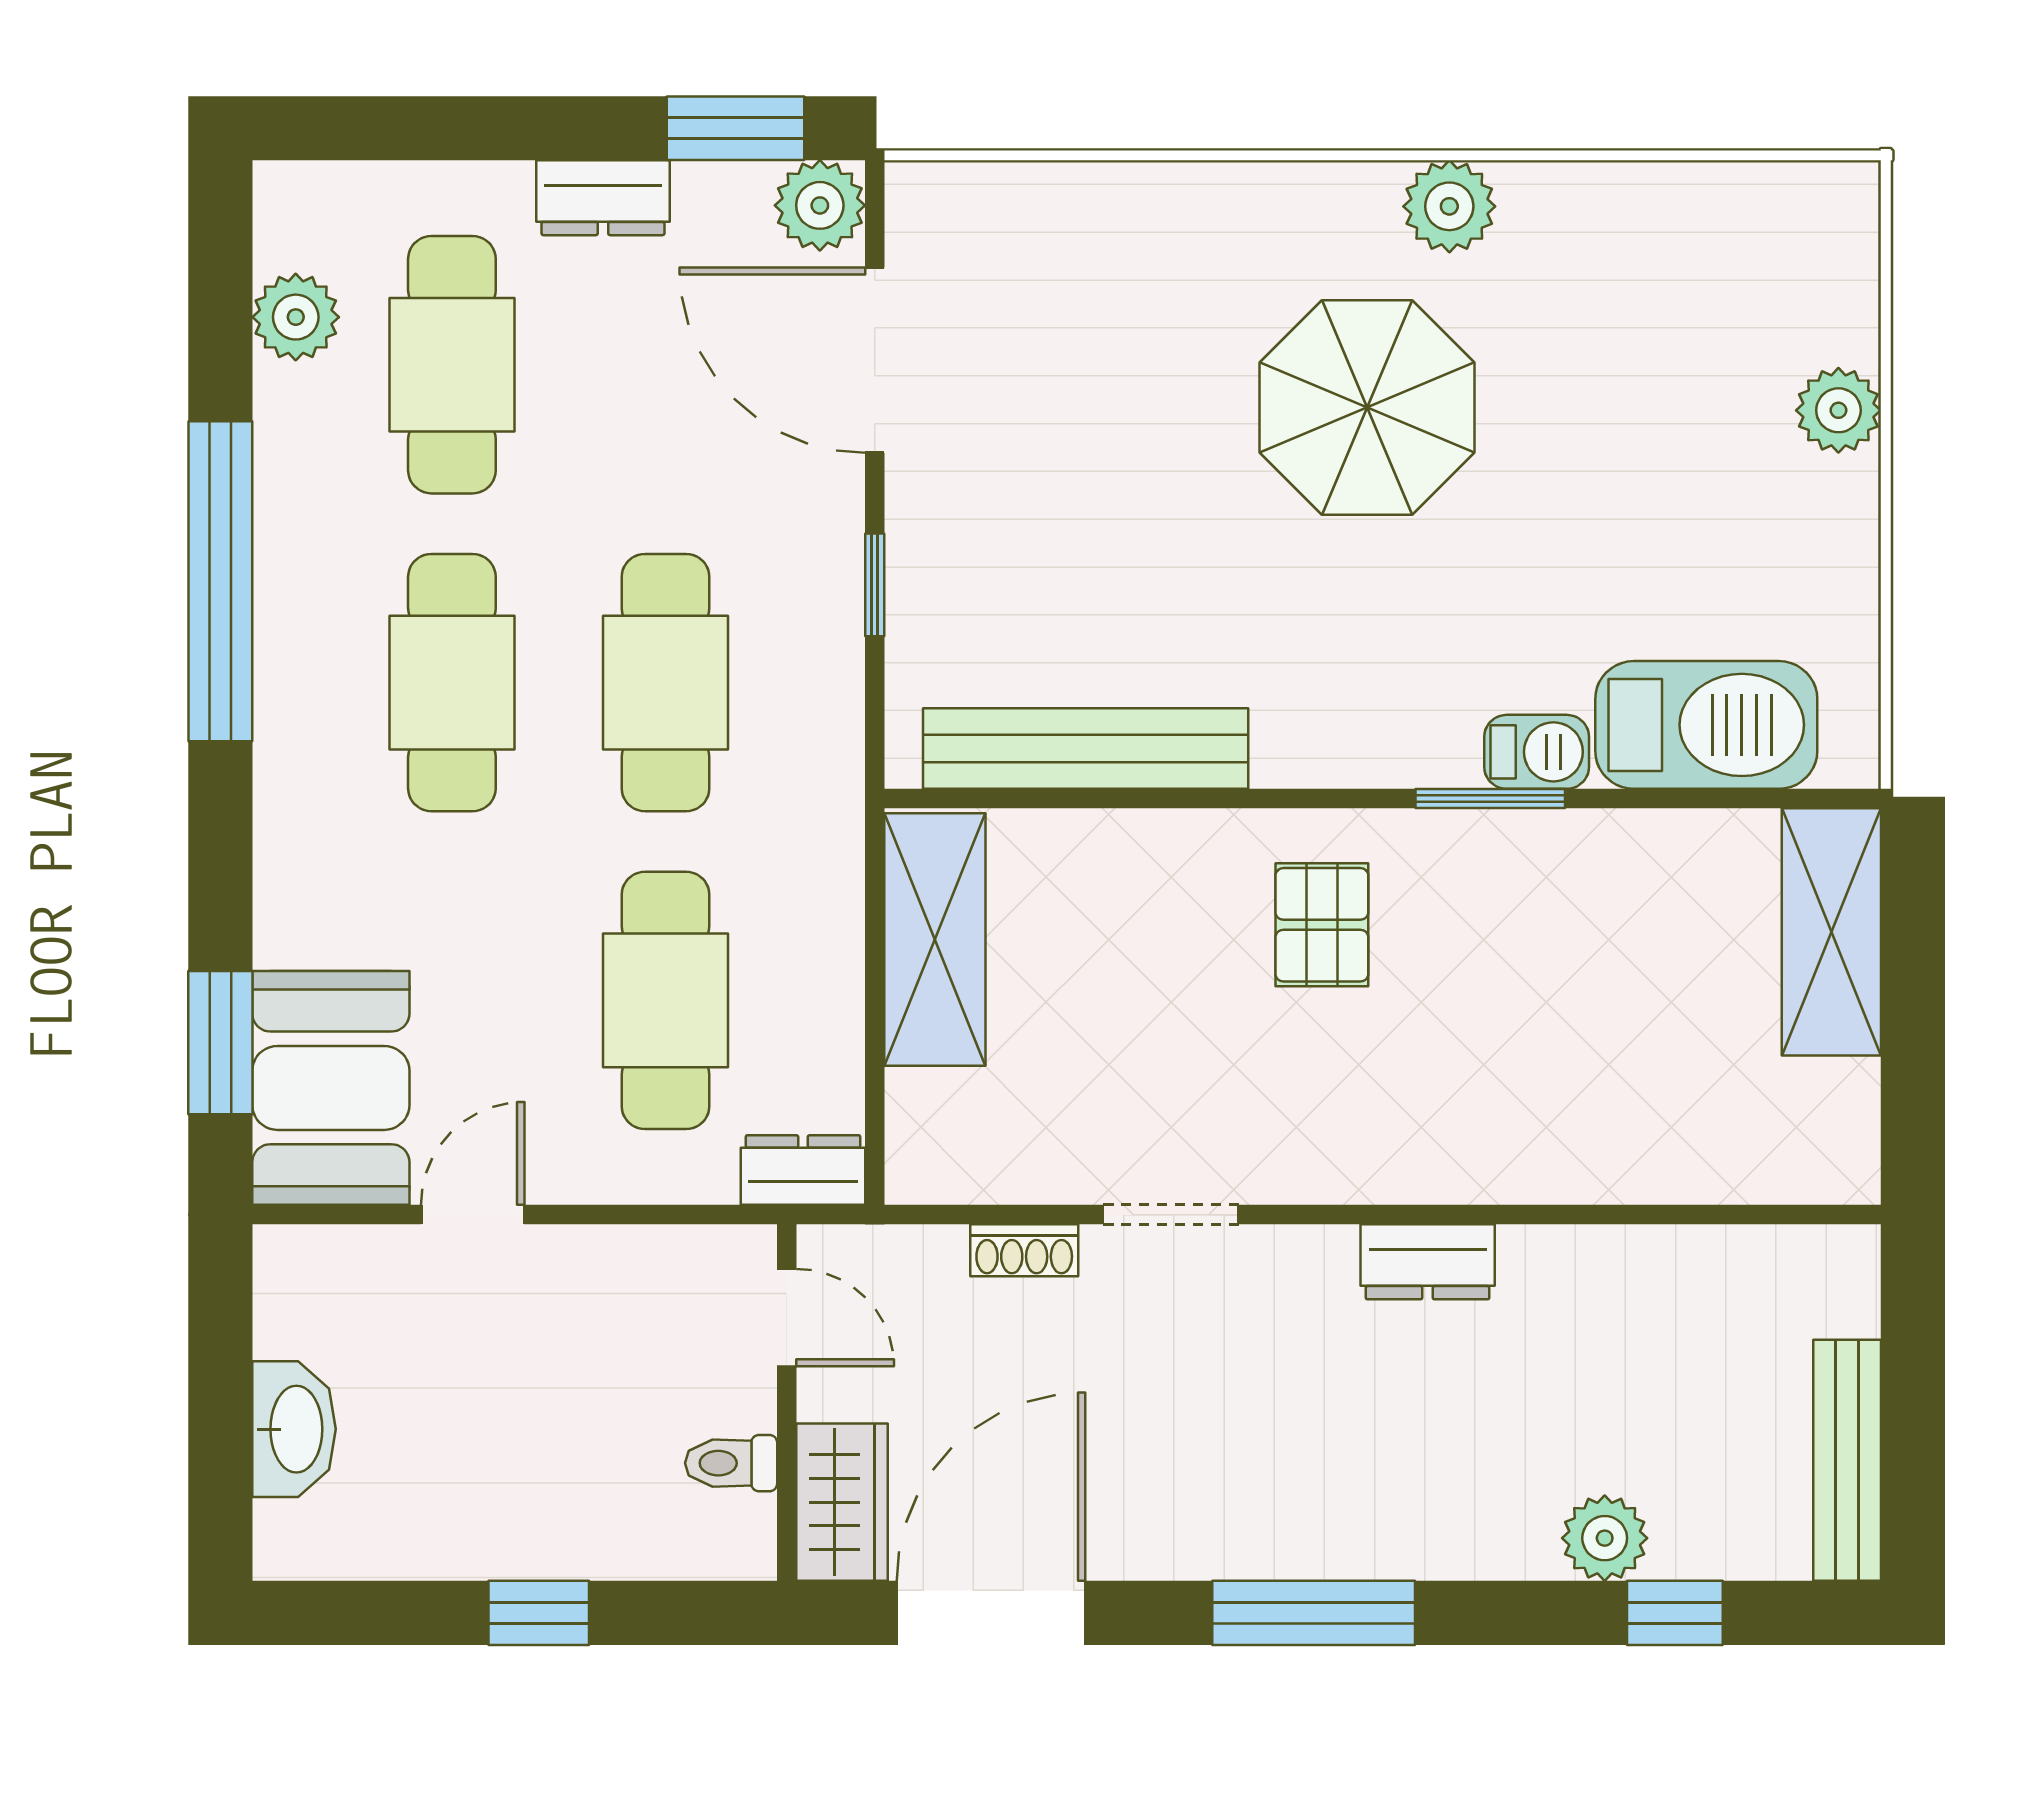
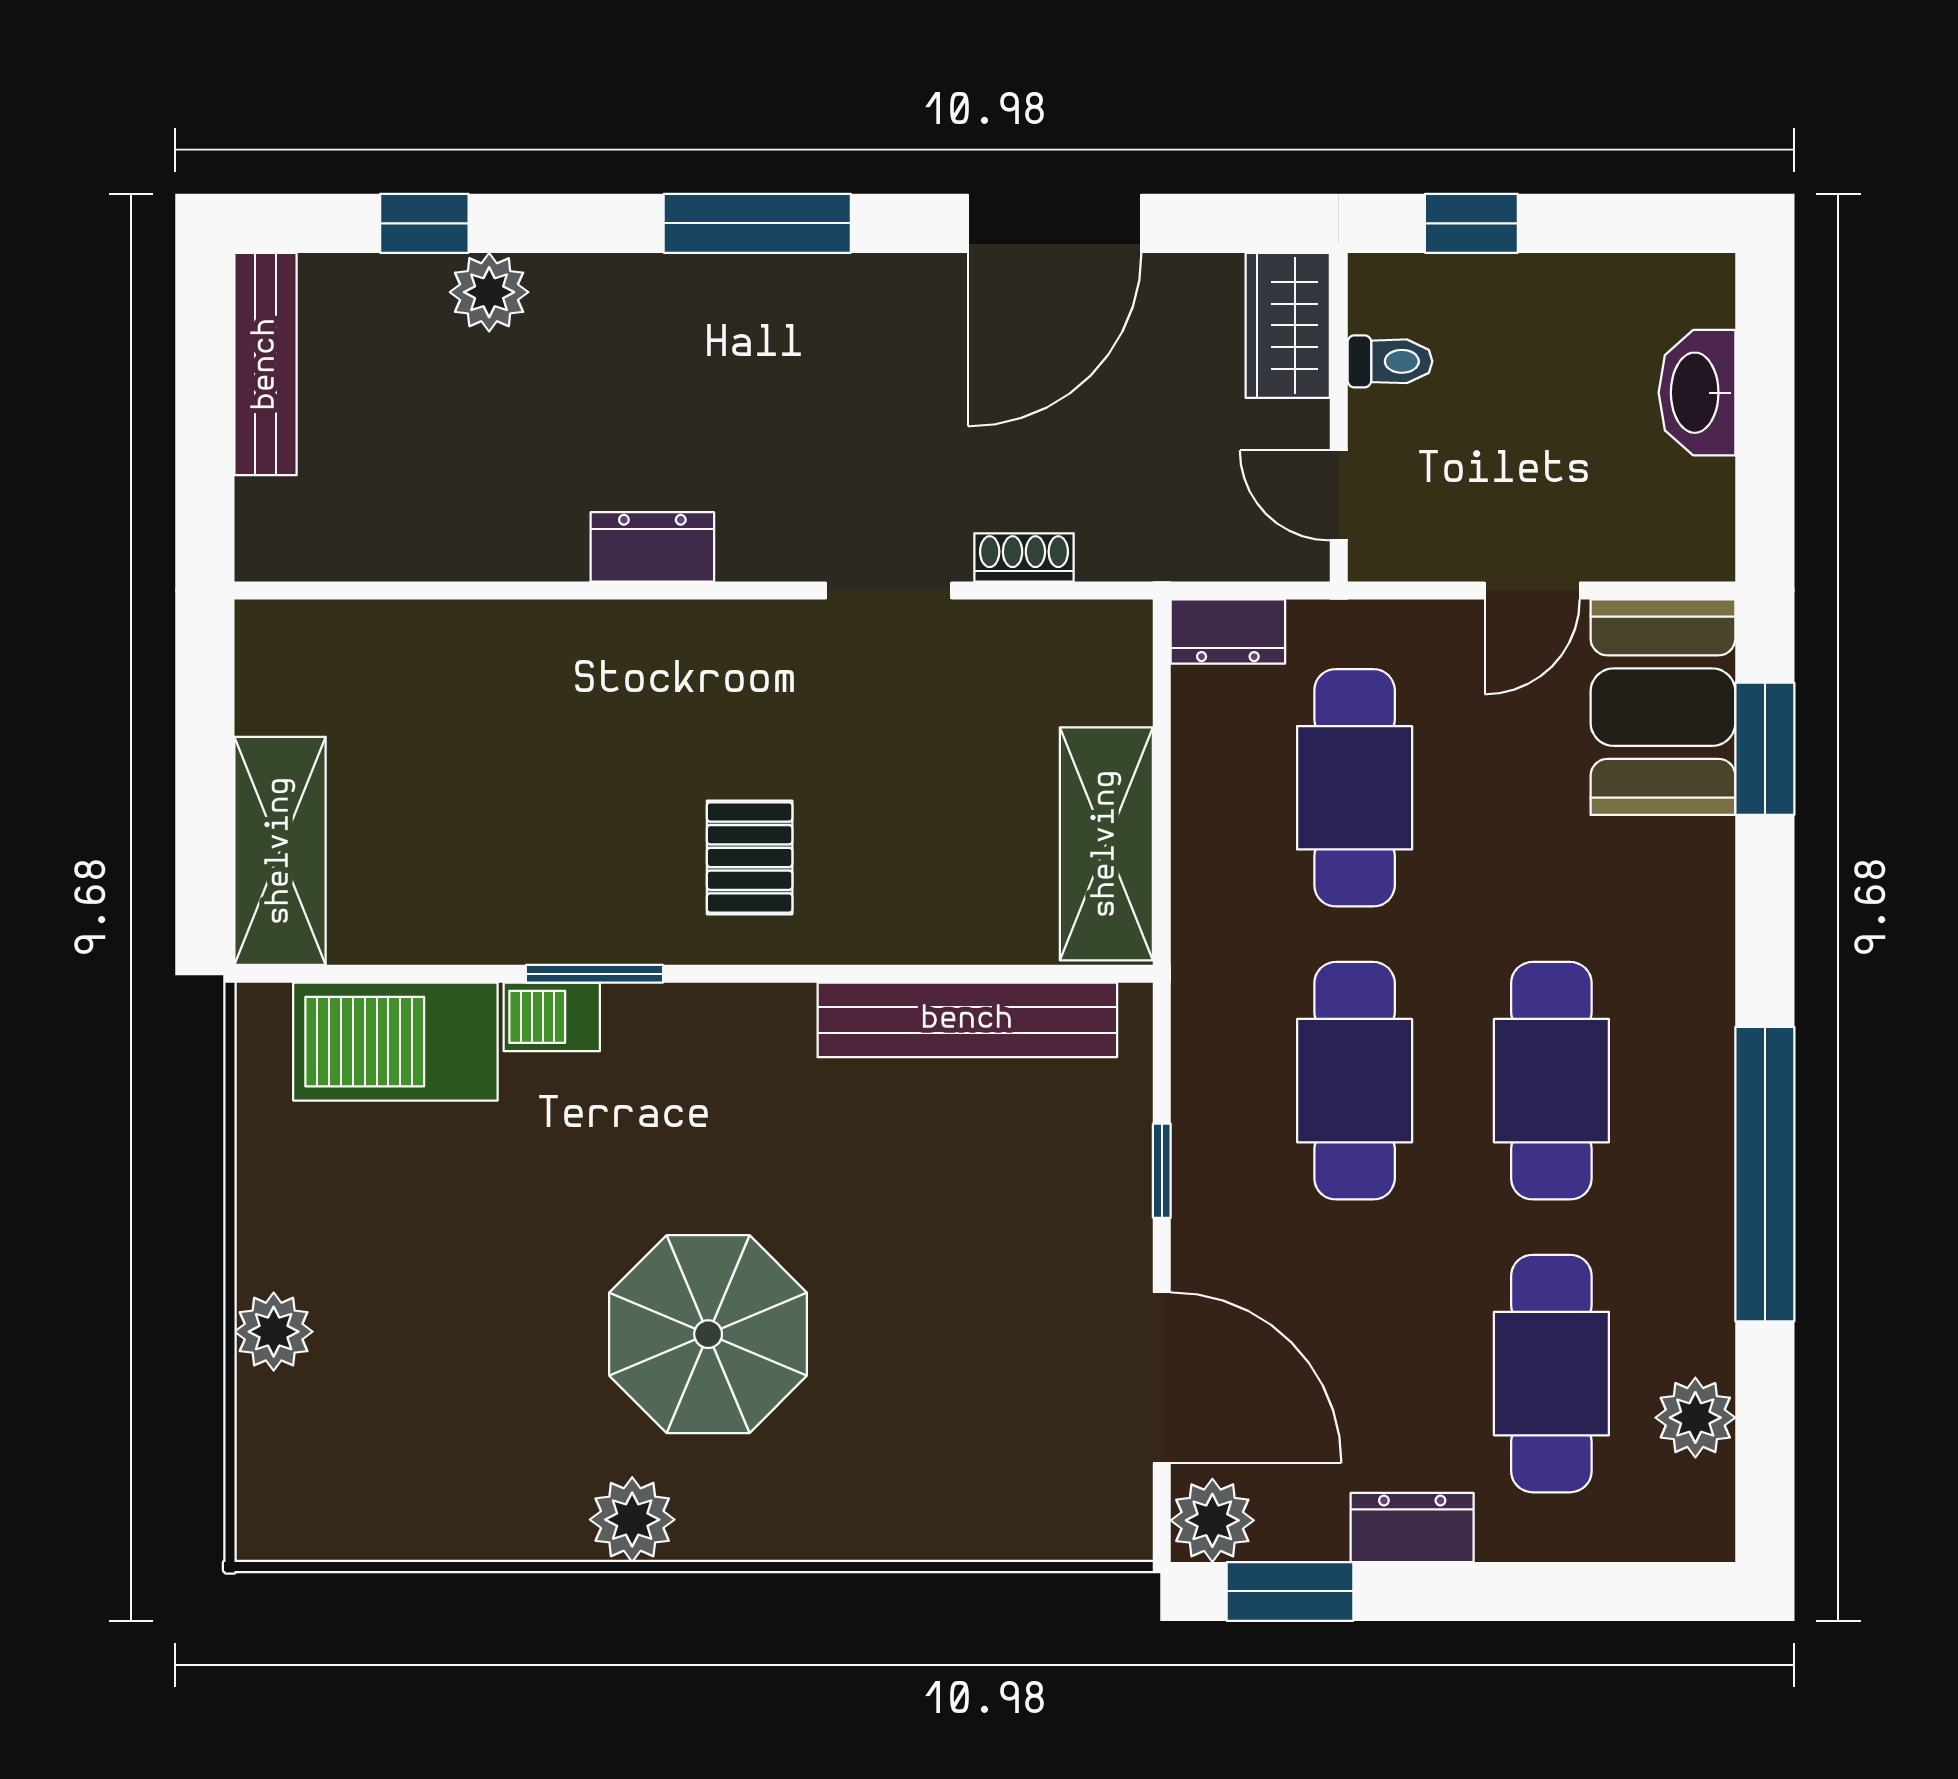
door: (787, 1318) -> (1339, 495), moved
wall: (787, 1402) -> (1339, 417), moved
toilet: (731, 1463) -> (1390, 361), moved
wardrobe: (842, 1502) -> (1288, 325), moved

